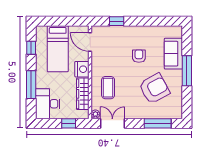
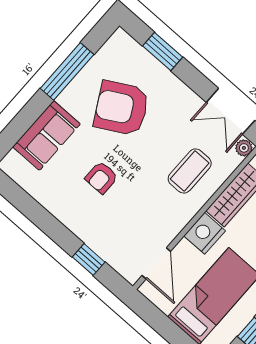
window: (187, 71) -> (67, 71), moved
window: (158, 123) -> (163, 51), width x0.69

